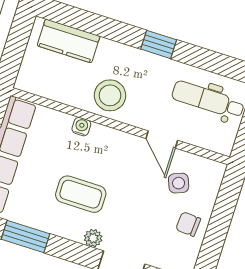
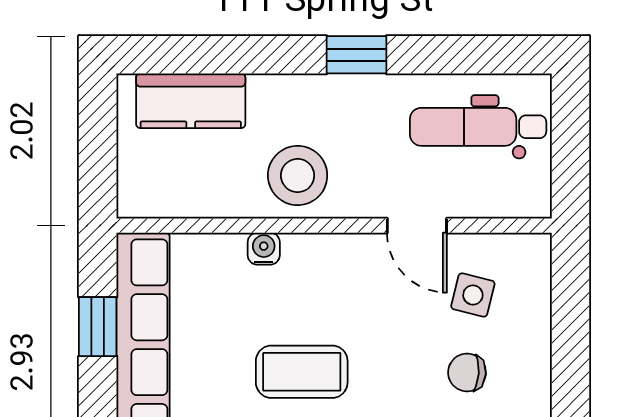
side table: (179, 183) -> (473, 295), turned 36
chair: (188, 224) -> (467, 372), moved

